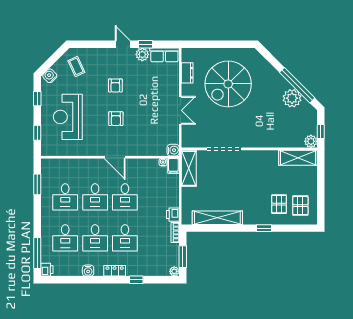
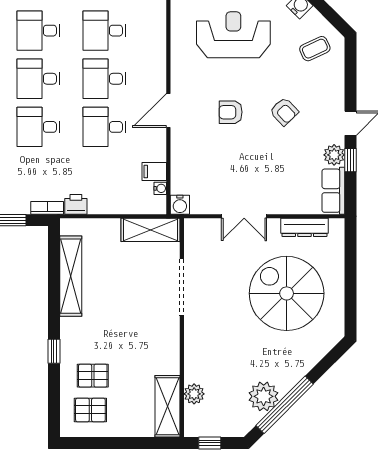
dresser: (187, 73) -> (304, 227), width x1.44
armchair: (115, 85) -> (284, 112), turned -134
plant: (311, 141) -> (194, 394), moved
filing cabinet: (173, 166) -> (154, 172), moved

